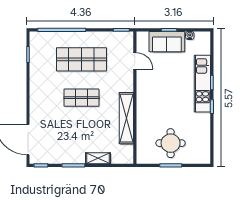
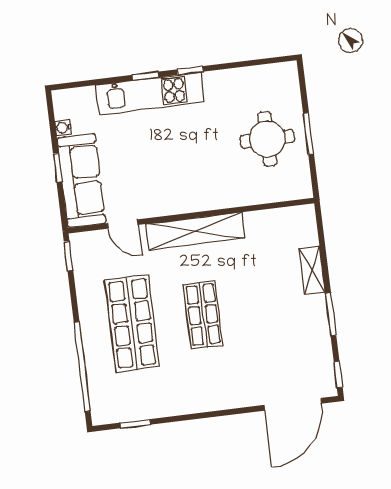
sofa: (167, 42) -> (81, 181), width x1.36
door: (135, 61) -> (123, 224), swing flipped
shelving: (126, 118) -> (195, 231), moved

